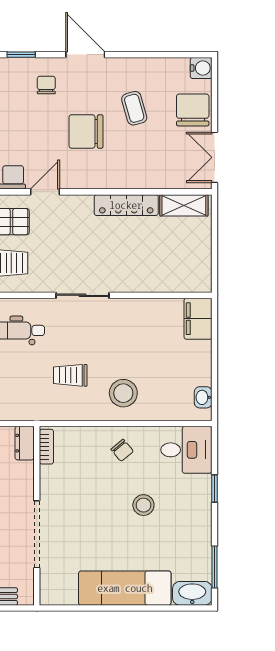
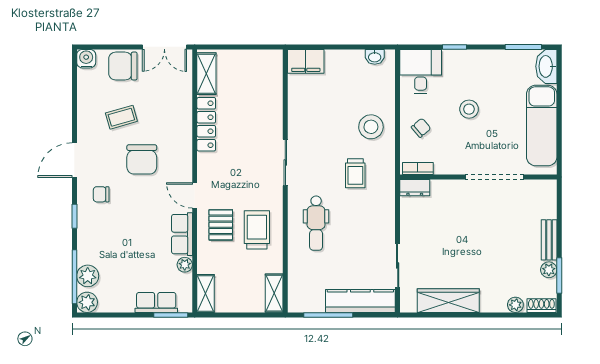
dresser: (25, 443) -> (415, 188), moved
bookcase: (46, 447) -> (418, 168), moved
wall: (37, 516) -> (478, 177), moved
doorway: (37, 534) -> (495, 177), moved

